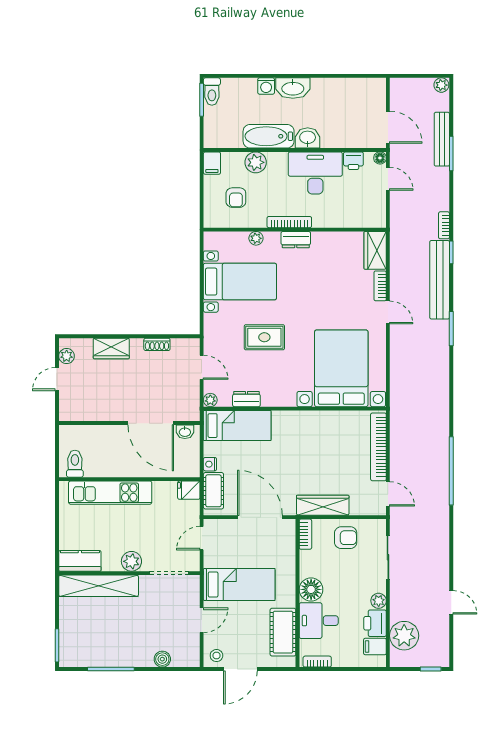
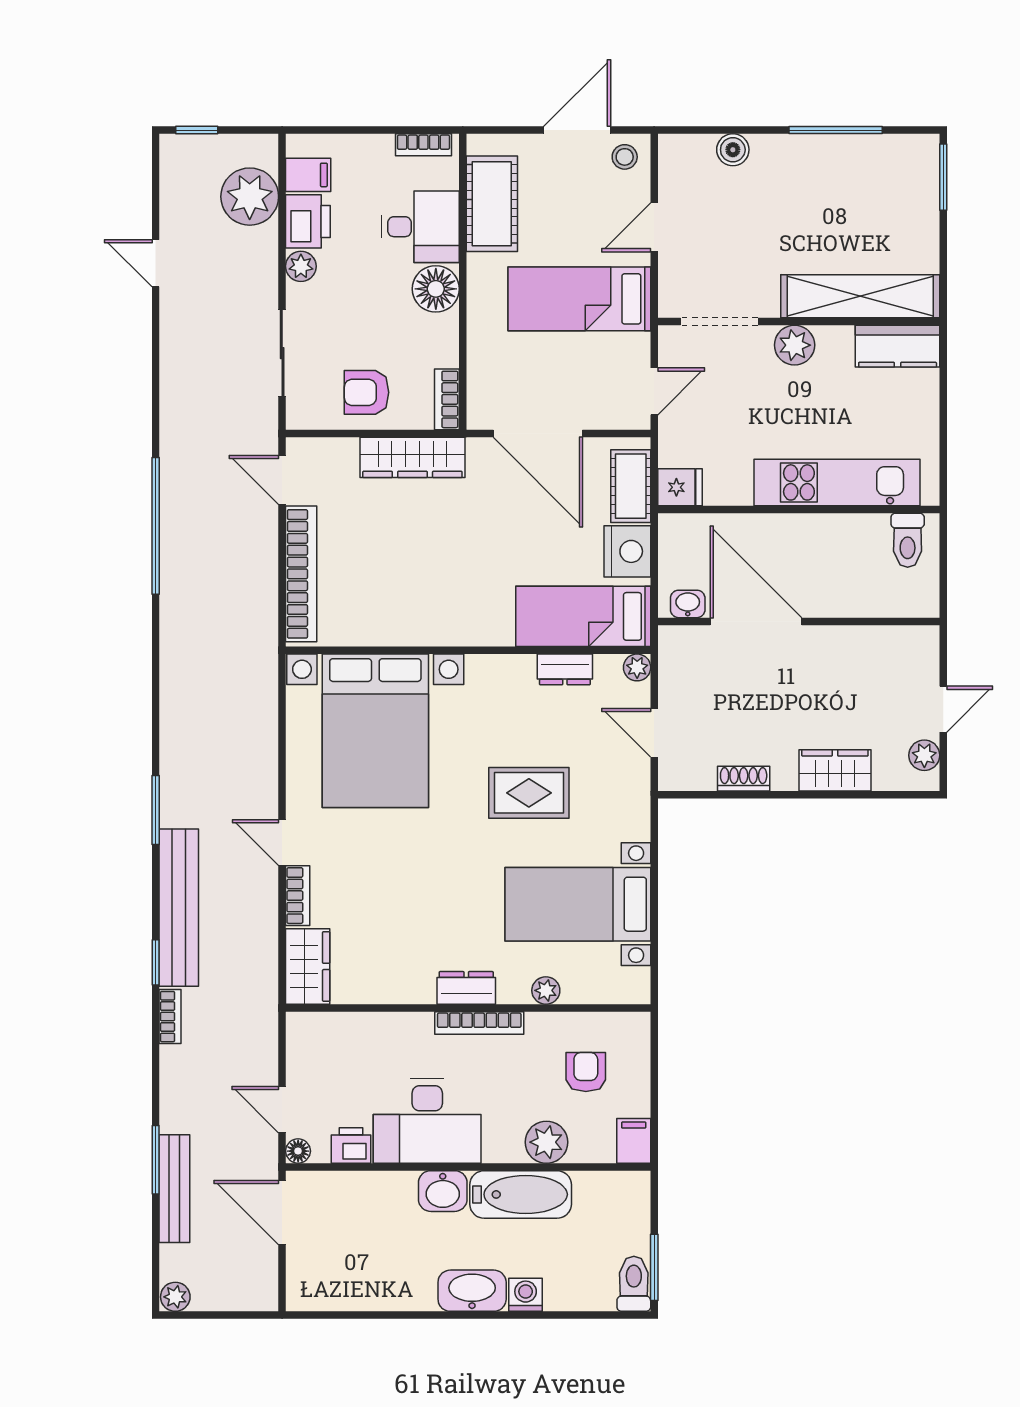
nightstand: (210, 464) -> (627, 551), width x1.89, depth x1.79

